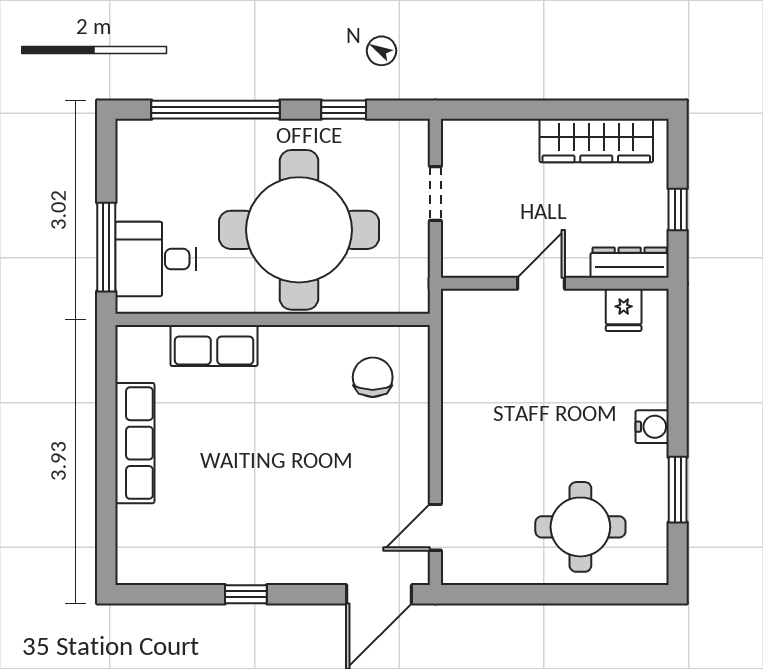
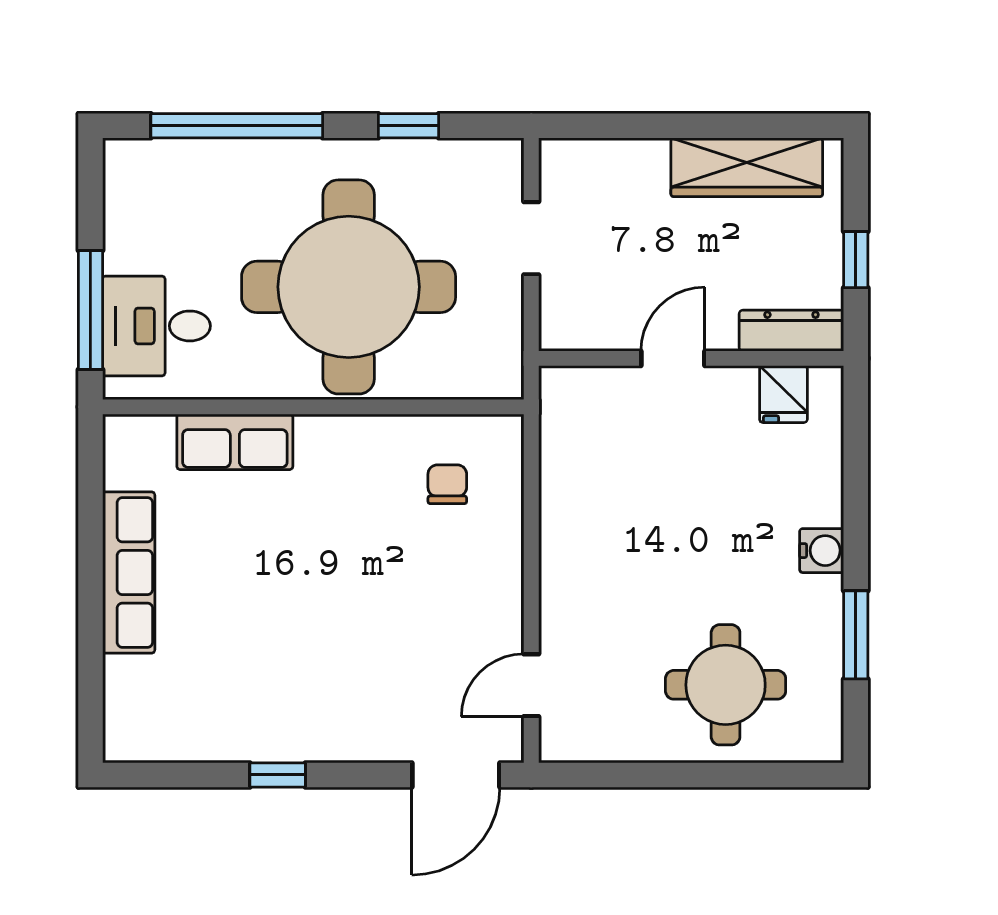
chair: (373, 377) -> (447, 484), width x0.73, depth x0.73

